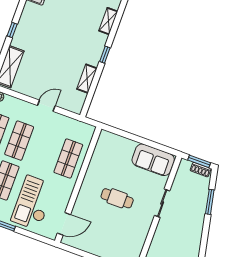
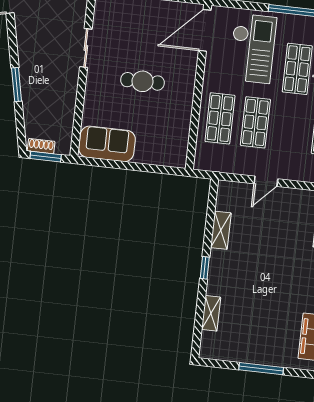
shop shelf: (19, 141) -> (255, 122), moved
window: (210, 202) -> (17, 85), moved
sliding door: (162, 203) -> (86, 48), moved
door: (64, 224) -> (205, 30), width x1.36

